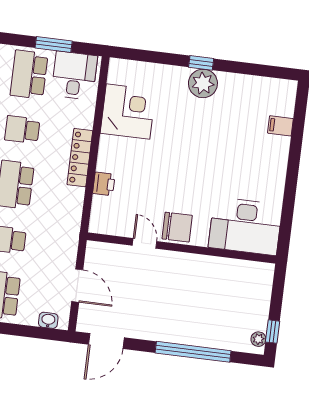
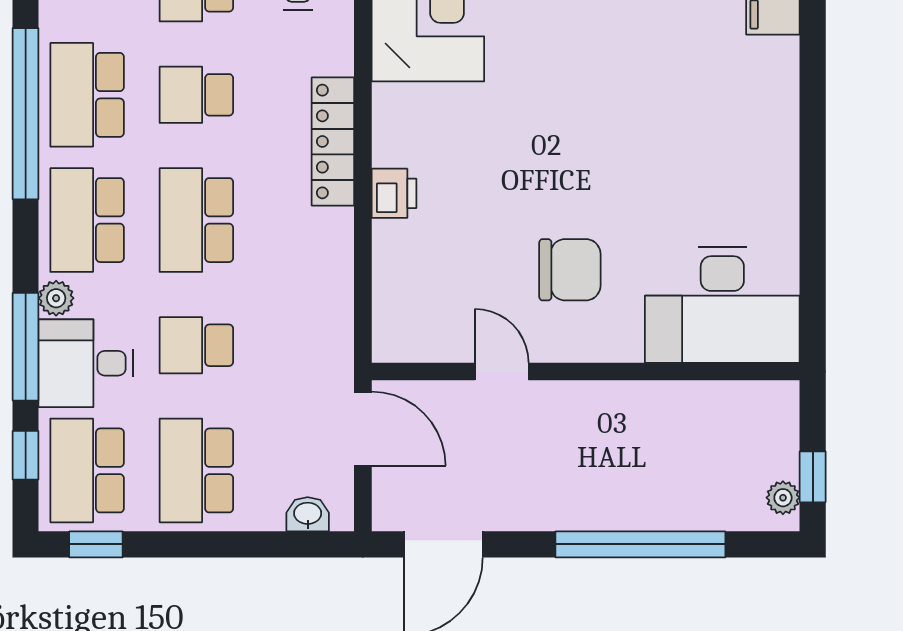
desk: (245, 226) -> (722, 305), moved
door: (145, 243) -> (502, 371), moved
wall: (182, 248) -> (586, 371), moved

